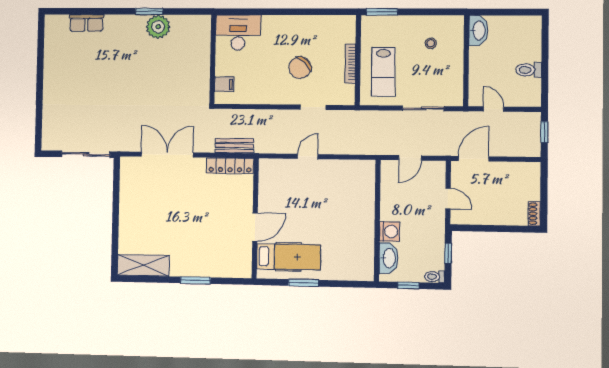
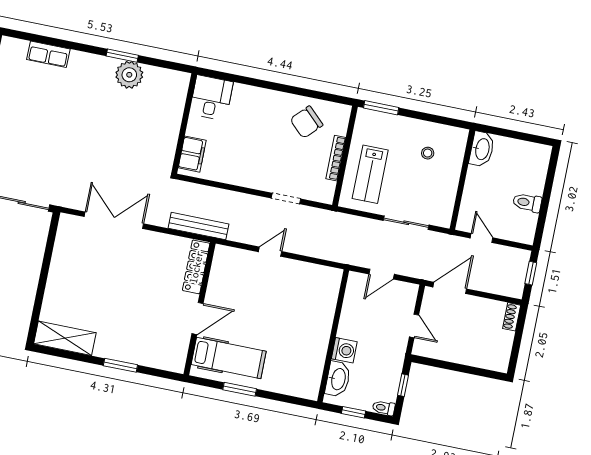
desk: (238, 32) -> (211, 98), width x0.73
chair: (300, 68) -> (306, 122), moved
filing cabinet: (224, 84) -> (192, 154), width x2.00
bench: (234, 146) -> (199, 226), width x1.36
locker: (230, 166) -> (196, 267), moved, turned 90
shoe rack: (534, 214) -> (512, 317), moved

